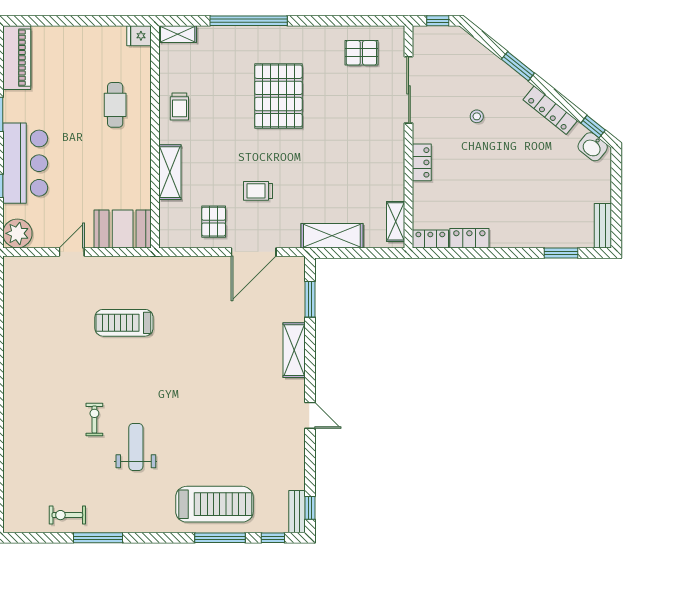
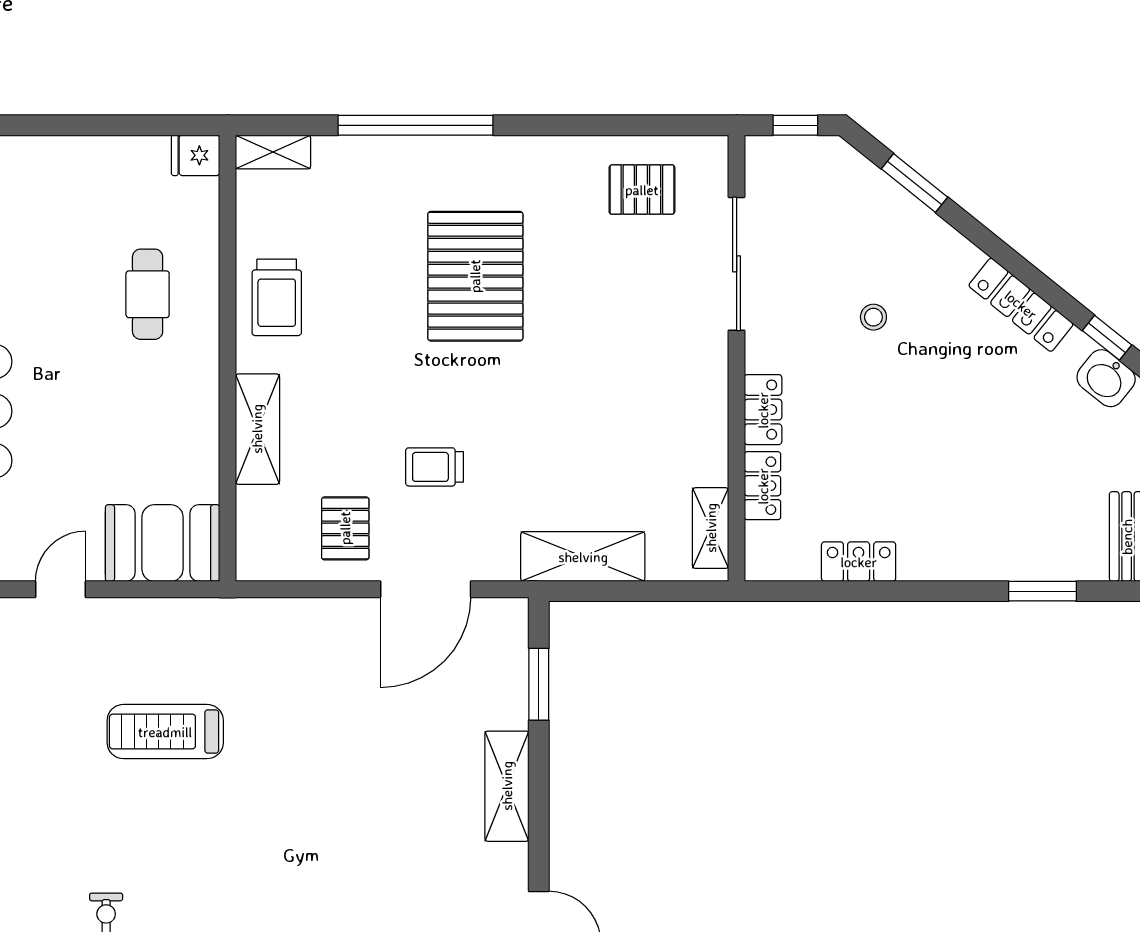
window: (518, 66) -> (915, 183), moved
trolley: (179, 106) -> (277, 297), width x1.36, depth x1.39
locker: (430, 239) -> (763, 486), moved, turned 90

